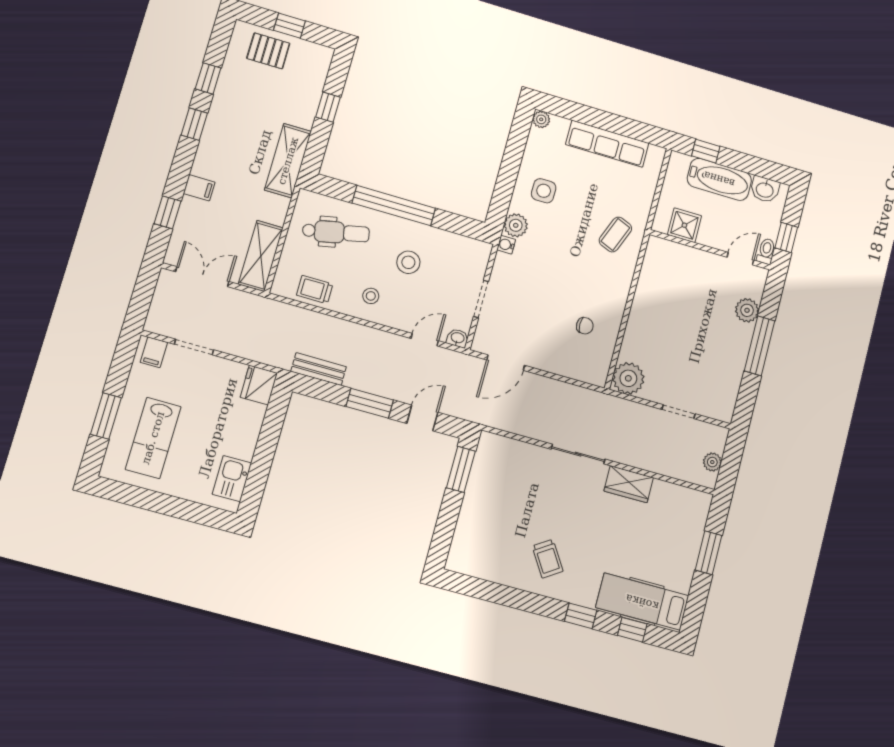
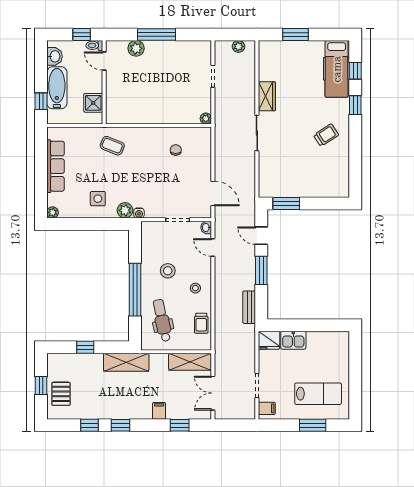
plant: (628, 378) -> (206, 118), width x0.53, depth x0.53
kitchen sink: (232, 479) -> (293, 340), moved

